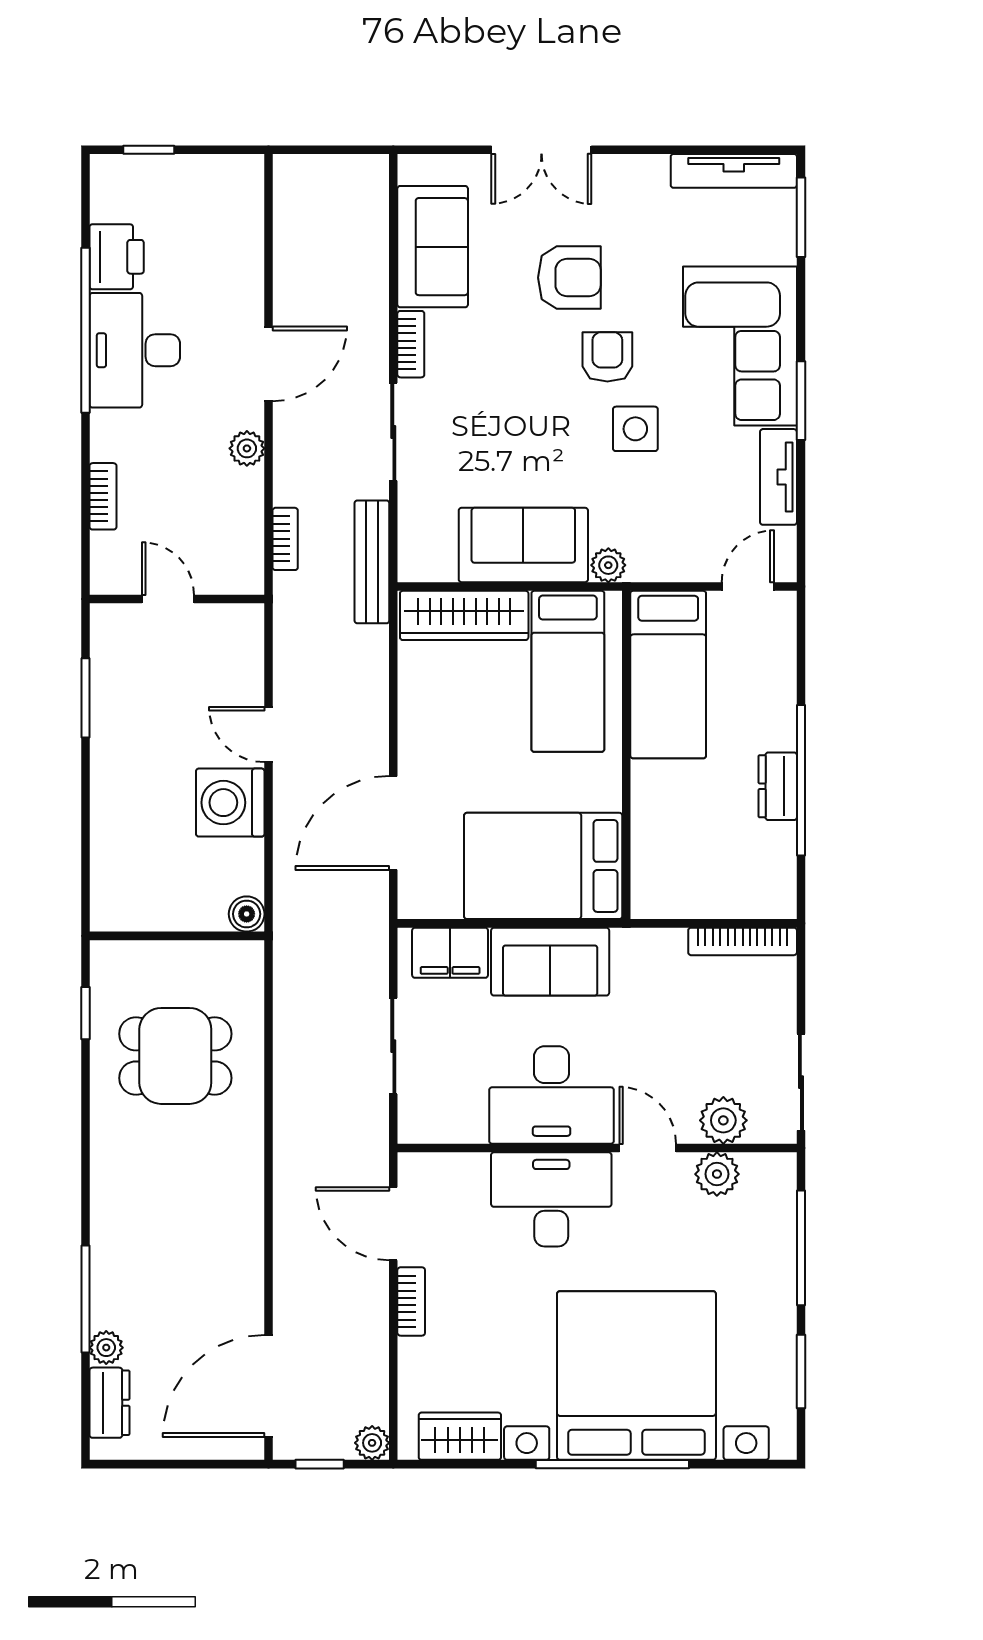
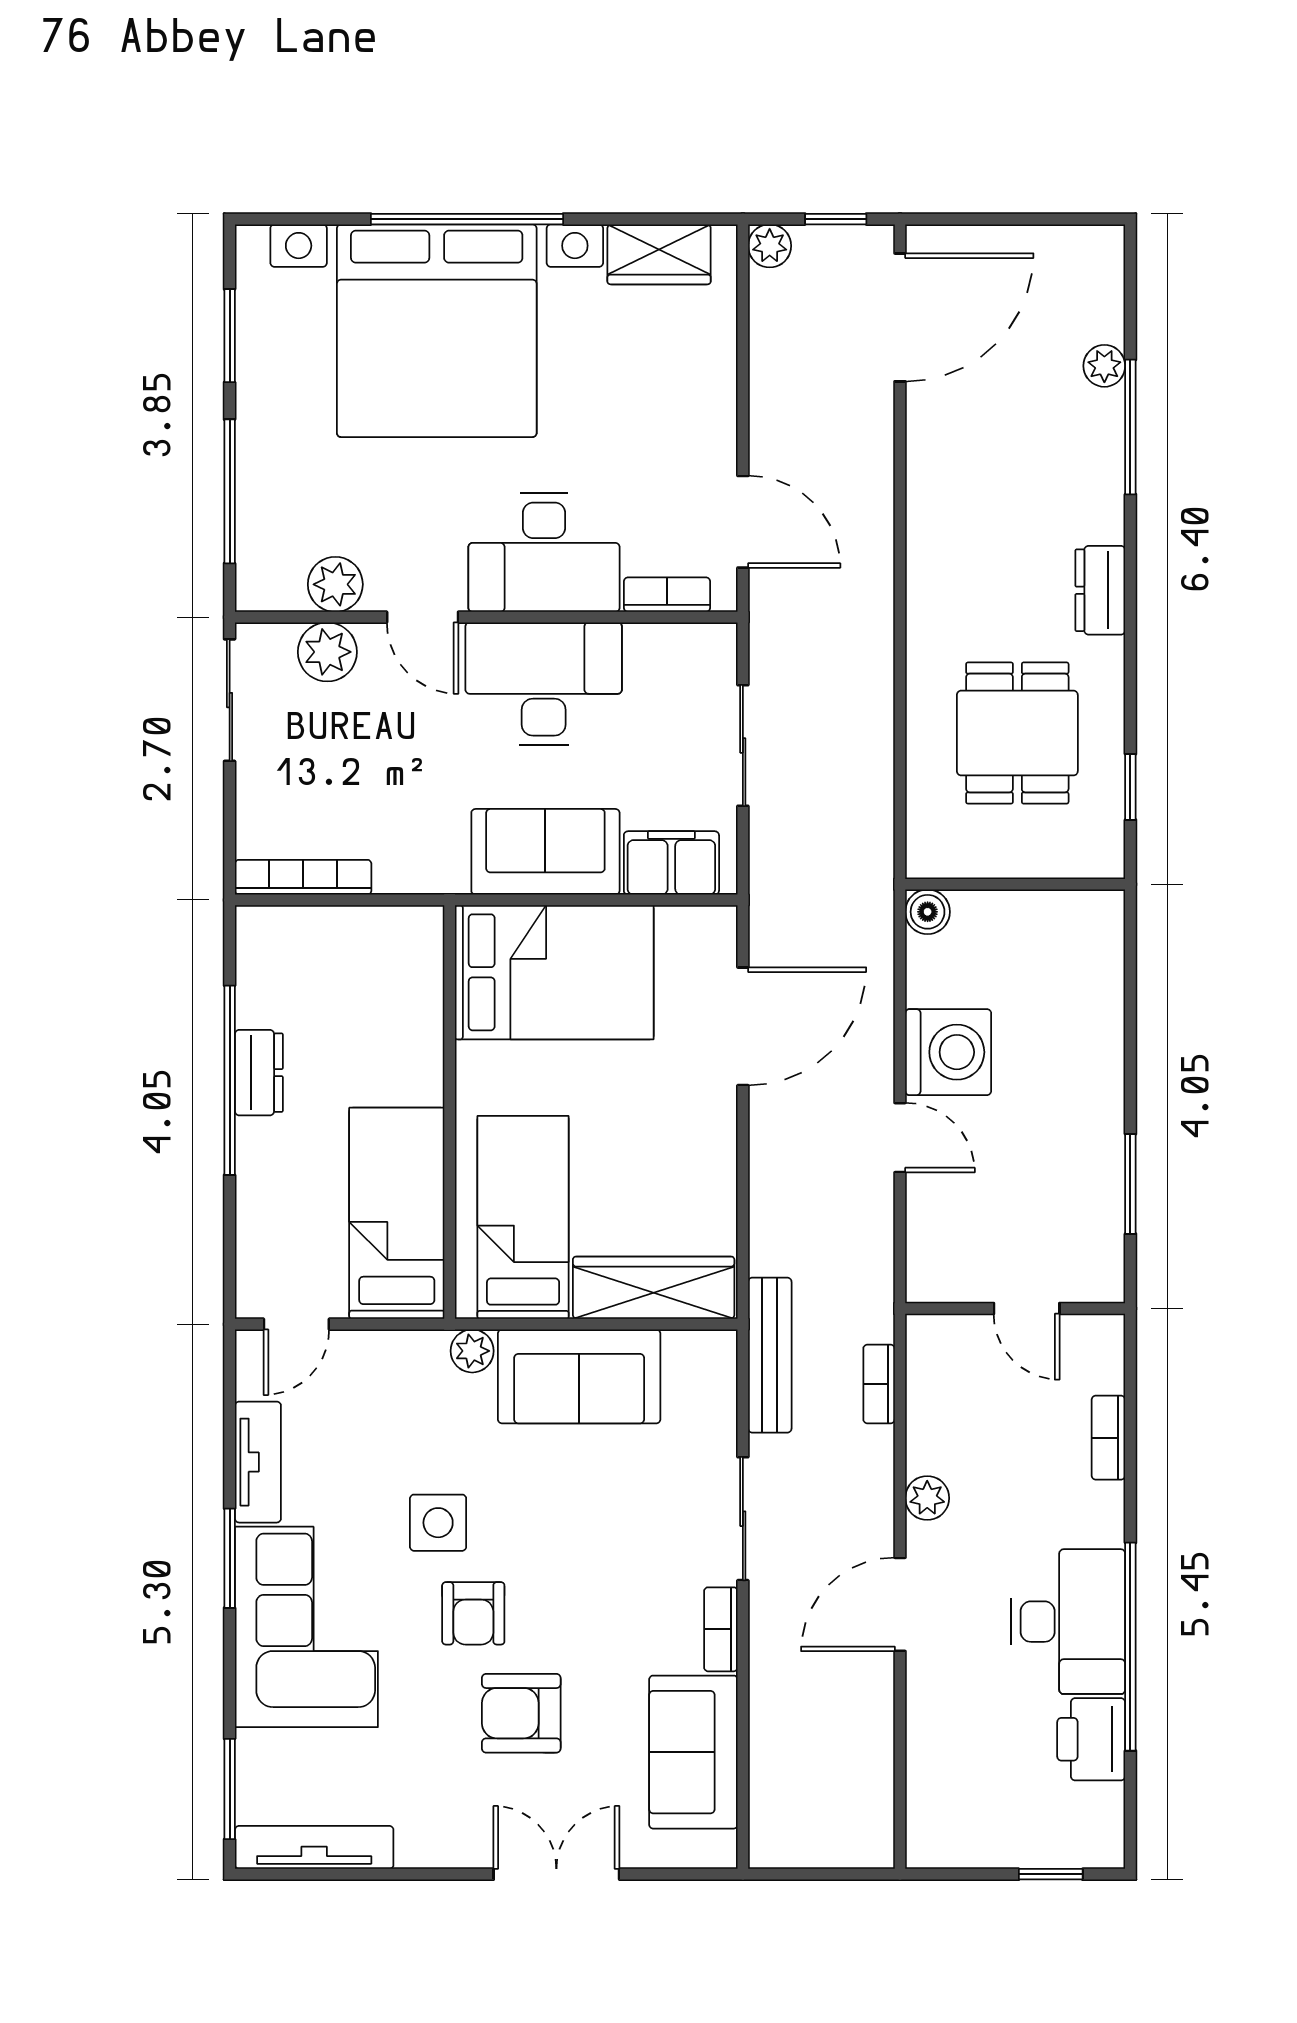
dining table: (175, 1056) -> (1017, 733), turned 90
bookcase: (411, 1301) -> (667, 595), moved, turned 90
dresser: (109, 1403) -> (1100, 590), moved

